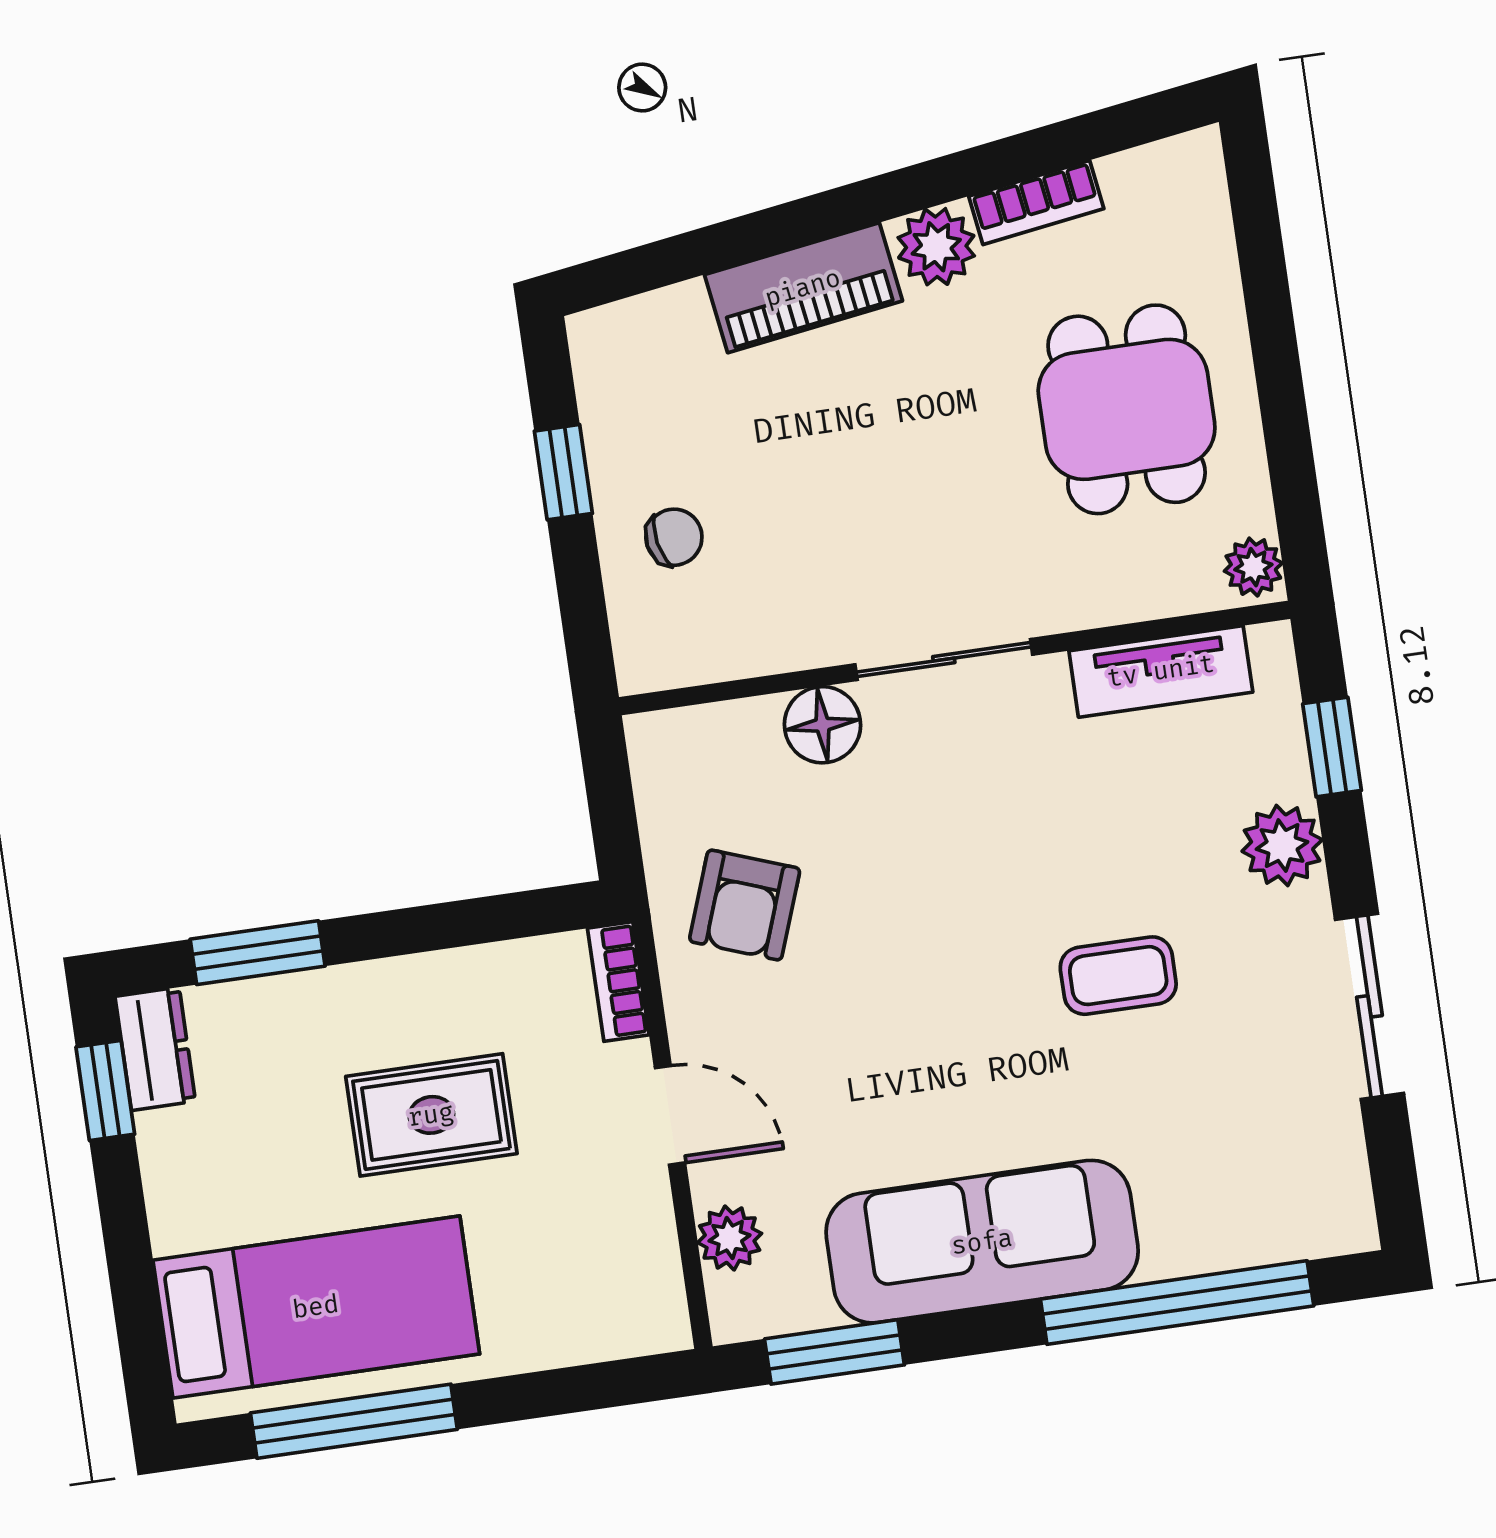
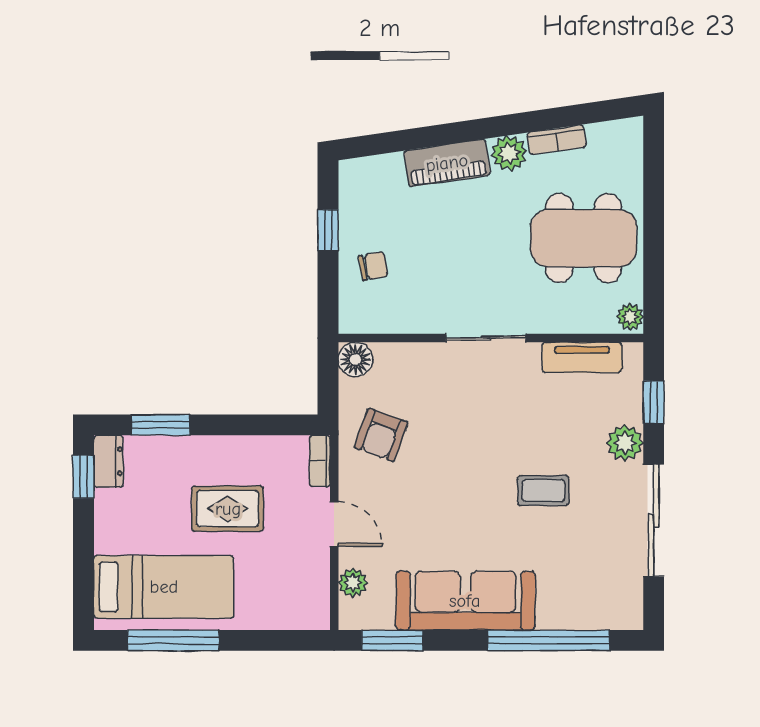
dining table: (1127, 409) -> (584, 238), width x1.38
floor lamp: (823, 725) -> (355, 359), moved
sliding door: (1369, 1006) -> (654, 520), width x1.37

